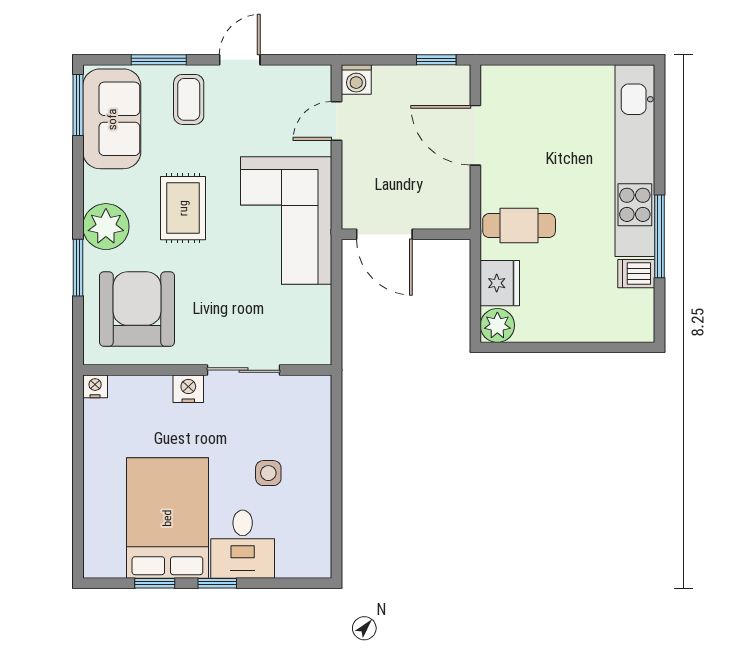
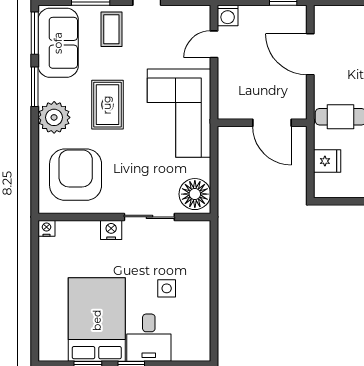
door: (384, 234) -> (272, 123), moved
window: (78, 268) -> (35, 87), moved
fridge: (500, 283) -> (327, 161), width x0.72
plant: (497, 325) -> (325, 186), removed
floor lamp: (309, 337) -> (195, 194), added

